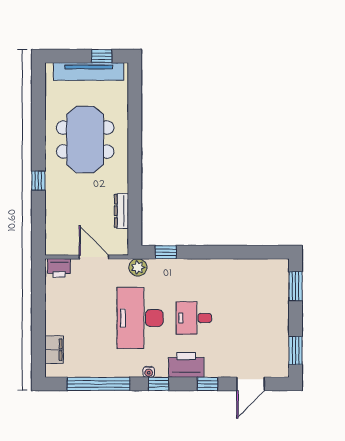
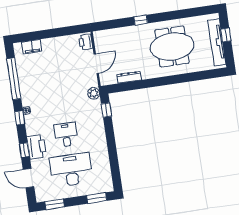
window: (102, 56) -> (226, 35), moved
desk: (140, 318) -> (71, 170), moved
printer: (186, 365) -> (37, 147), moved

